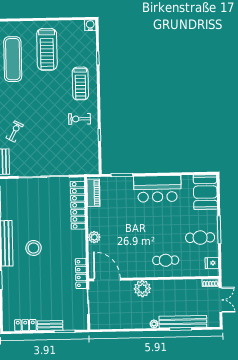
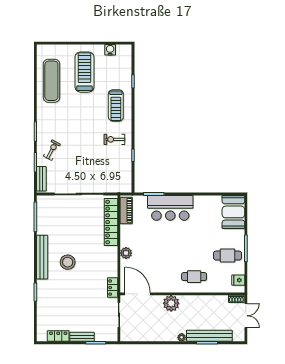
water cooler: (90, 25) -> (110, 50), moved
treadmill: (47, 49) -> (84, 72), turned 180
bar counter: (157, 189) -> (170, 208), moved
locker: (81, 274) -> (113, 288), width x0.66

